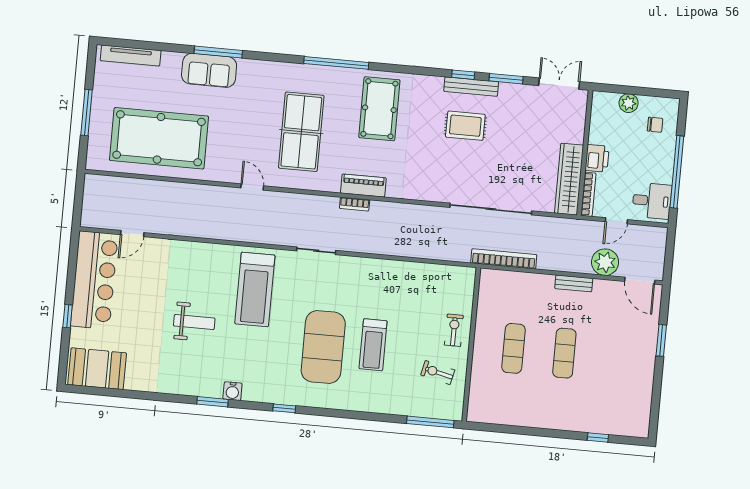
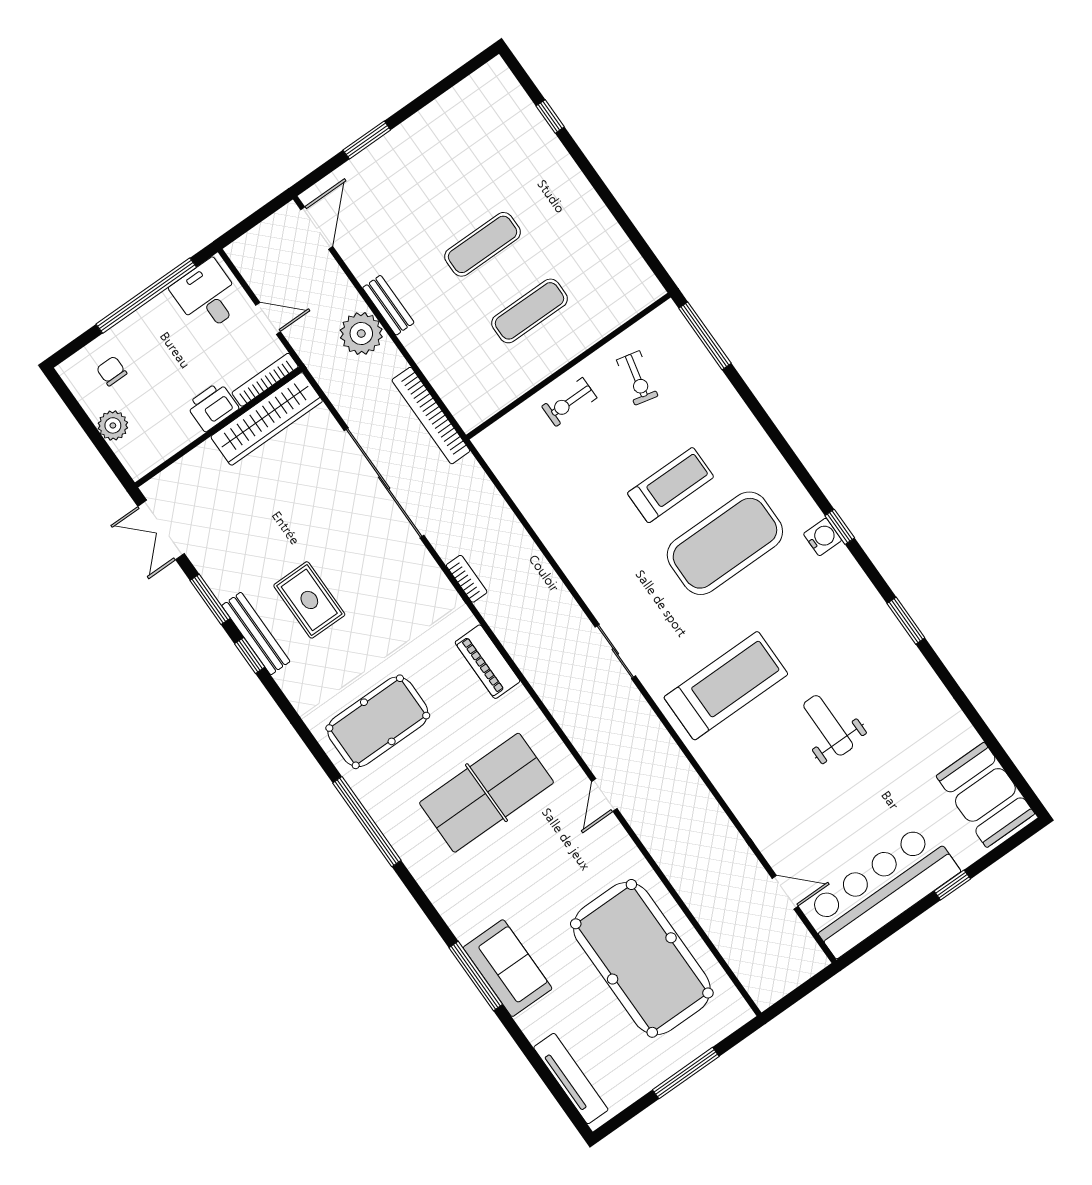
bookcase: (355, 204) -> (467, 579), moved
plant: (605, 262) -> (361, 333), moved
water cooler: (232, 391) -> (823, 537), moved

